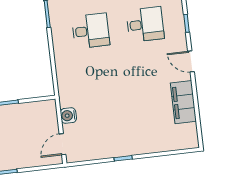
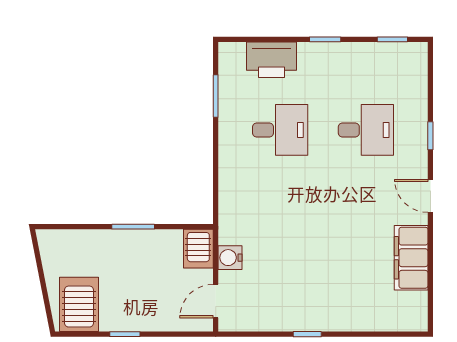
server rack: (48, 112) -> (198, 249), added

